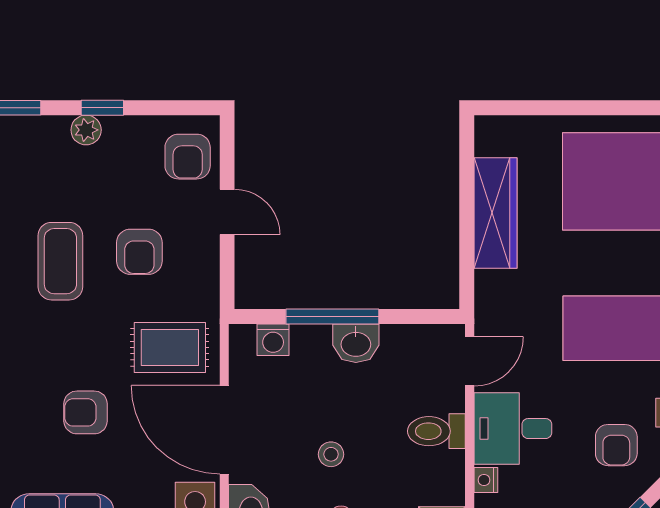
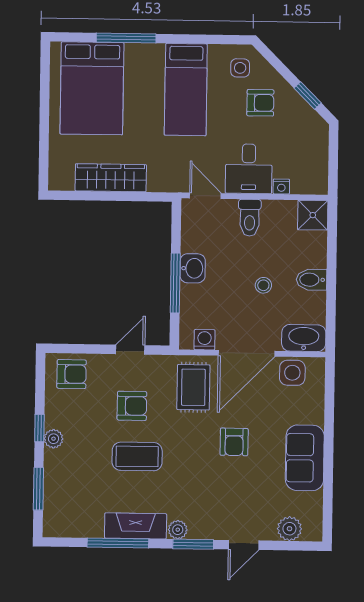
door: (227, 212) -> (130, 350), moved
washing machine: (273, 340) -> (204, 340), moved, turned -90

